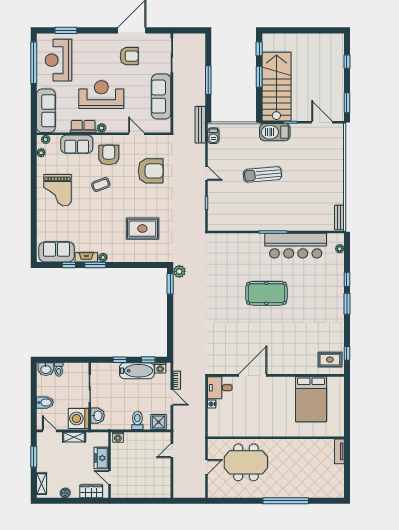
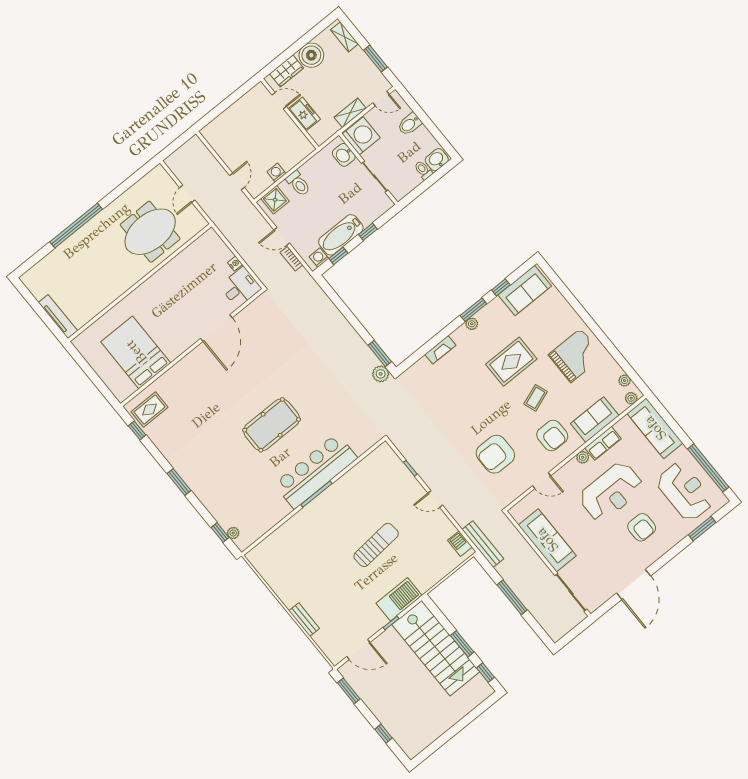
armchair: (129, 56) -> (642, 527), moved, turned -90
grand piano: (58, 190) -> (576, 355), turned 90
bench: (339, 217) -> (304, 620), moved
rug: (142, 229) -> (511, 362), moved
bar counter: (296, 246) -> (316, 471), moved
fireplace: (86, 257) -> (440, 350), moved
window: (347, 279) -> (220, 532), moved
washing machine: (118, 437) -> (276, 173), moved
tv unit: (339, 451) -> (58, 317), width x1.41
boiler: (65, 493) -> (311, 55), width x1.86, depth x1.86

